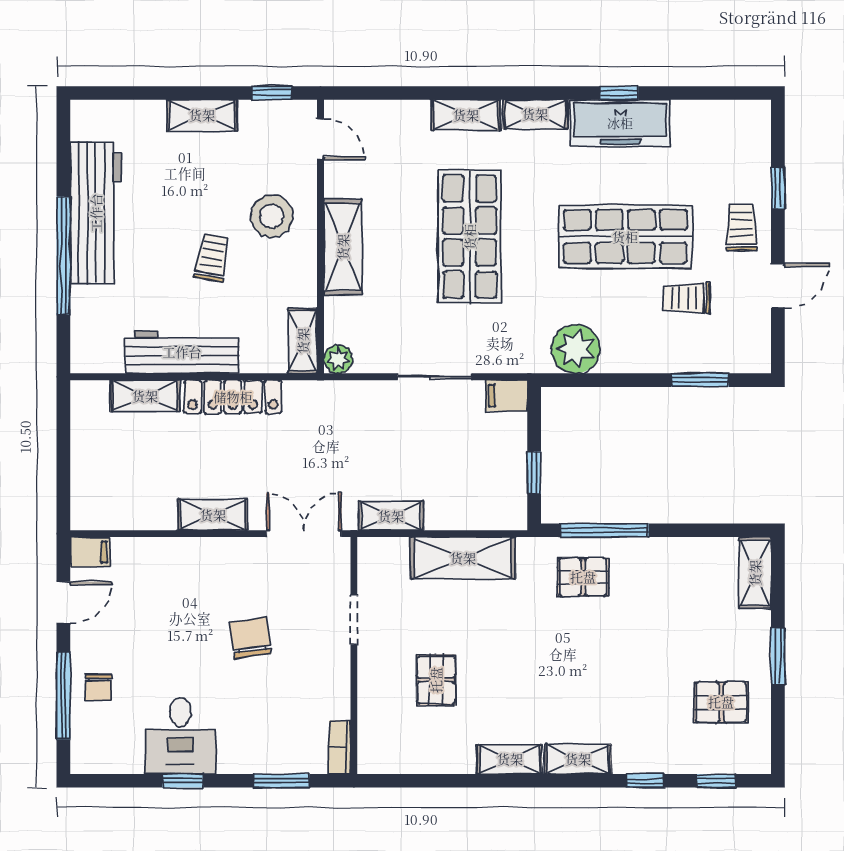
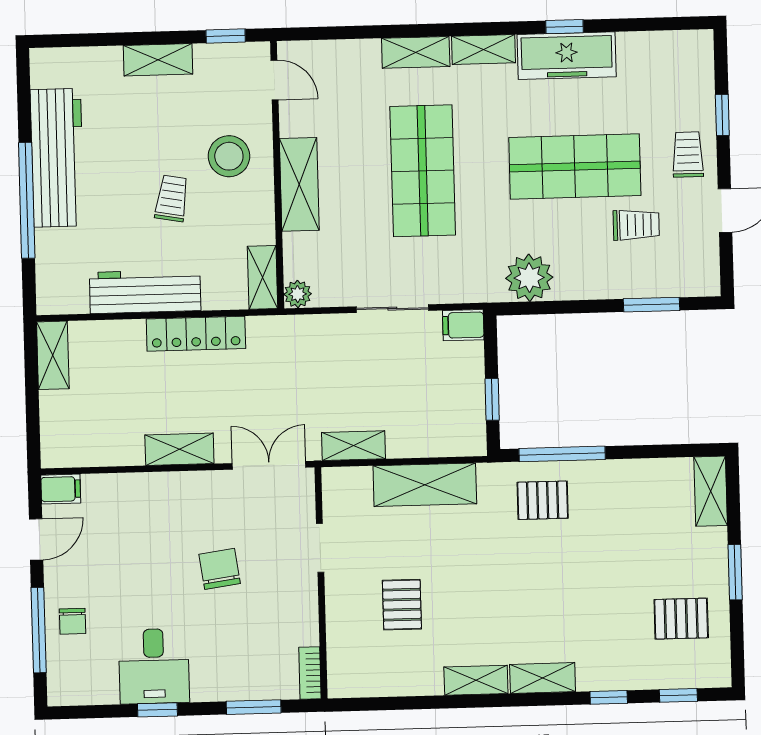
trolley: (687, 298) -> (636, 225), turned 180
shelving: (145, 396) -> (53, 355), moved, turned 90

